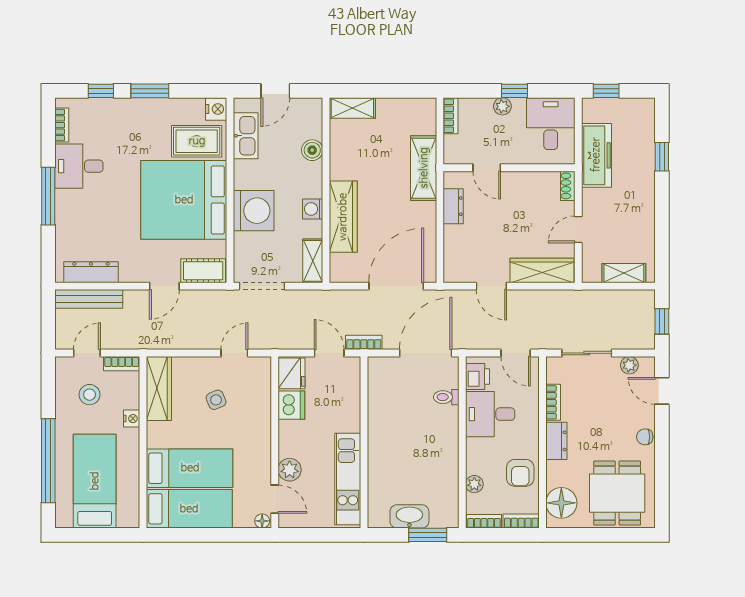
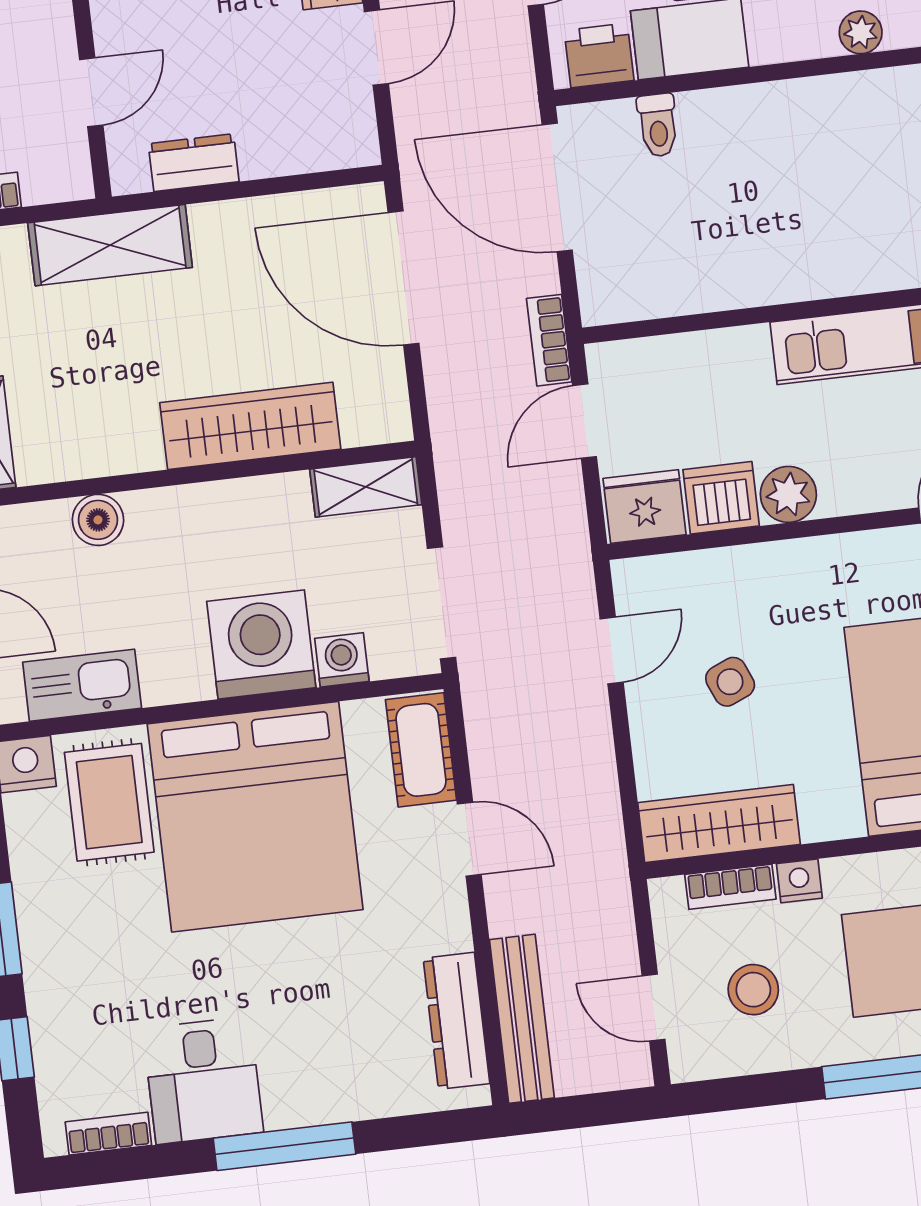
washing machine: (313, 209) -> (342, 660), moved, turned 180
door: (234, 353) -> (612, 651), swing flipped
bookcase: (122, 364) -> (730, 887), moved, turned 90
plant: (290, 470) -> (788, 494), moved

